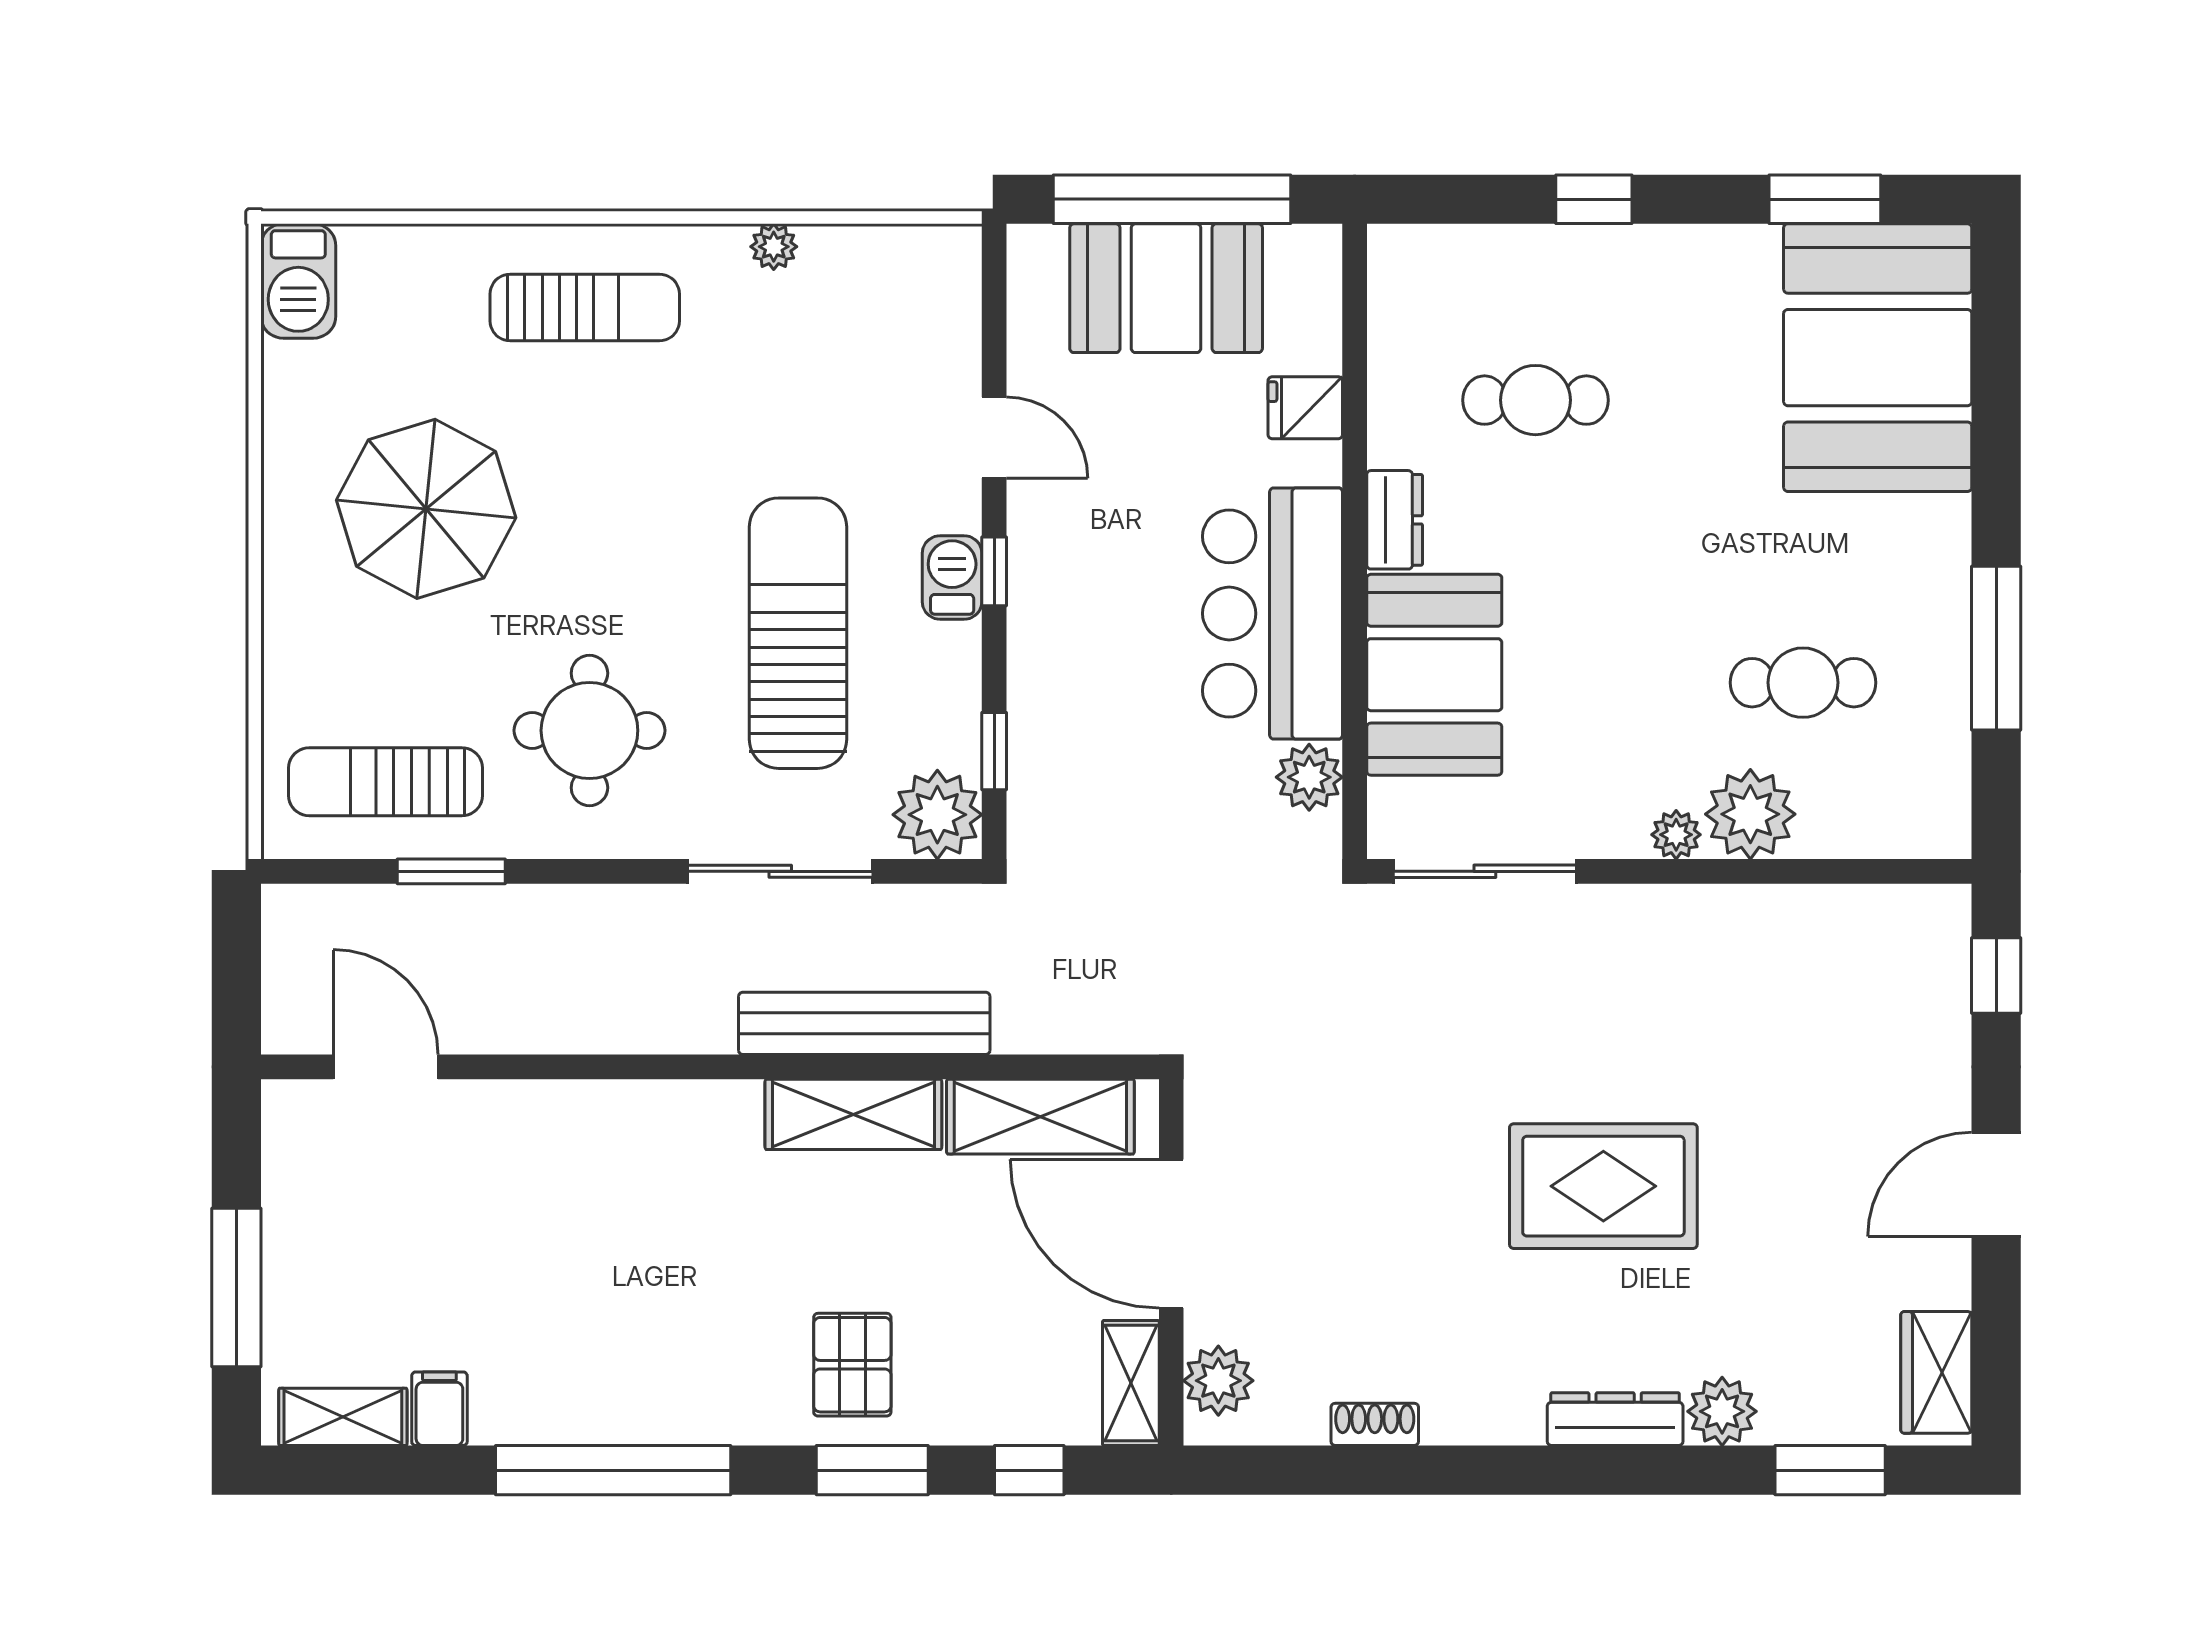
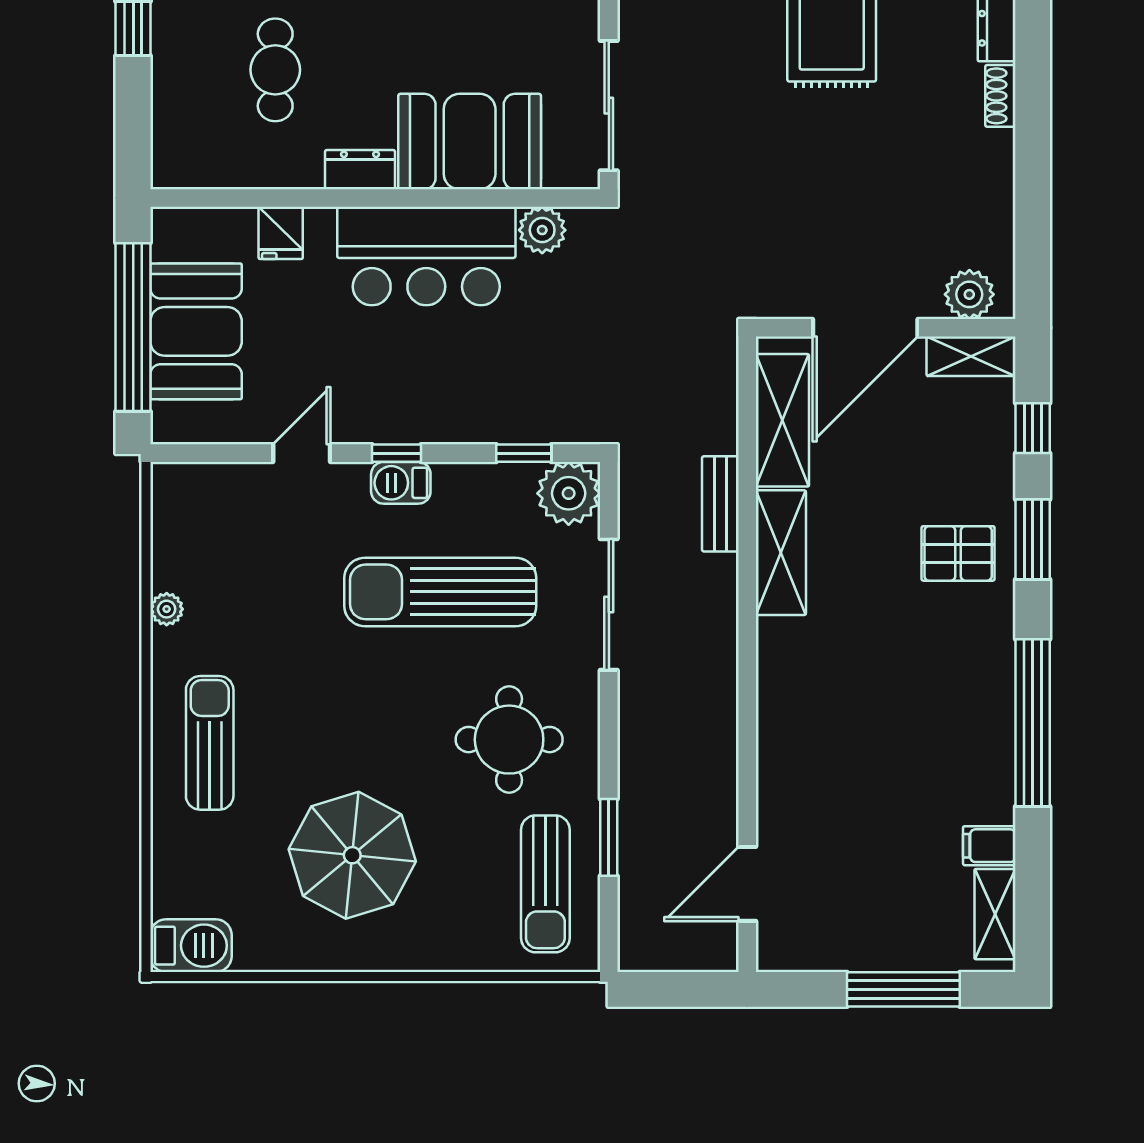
bench: (864, 1023) -> (720, 504), width x0.54, depth x0.82
shoe rack: (1375, 1424) -> (1000, 96), moved

